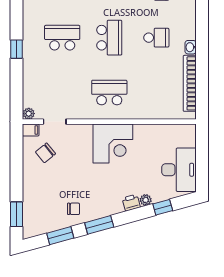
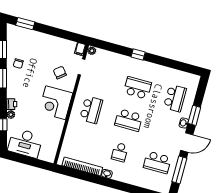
school desk: (62, 38) -> (137, 88), turned -90
chair: (45, 153) -> (60, 73), moved

